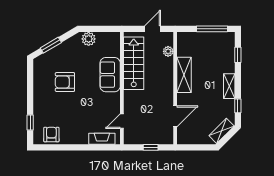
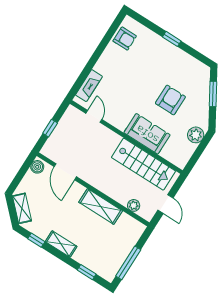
armchair: (65, 82) -> (170, 100), moved
window: (30, 123) -> (172, 39), moved
boiler: (184, 139) -> (37, 167), added

